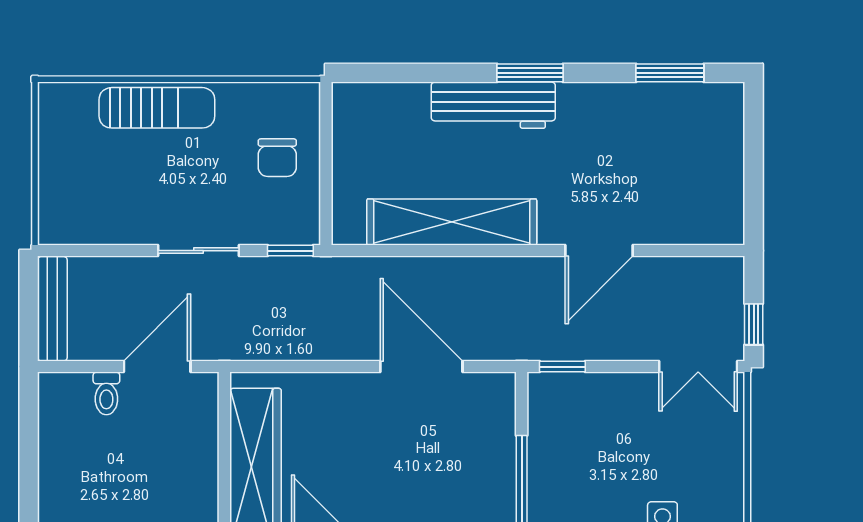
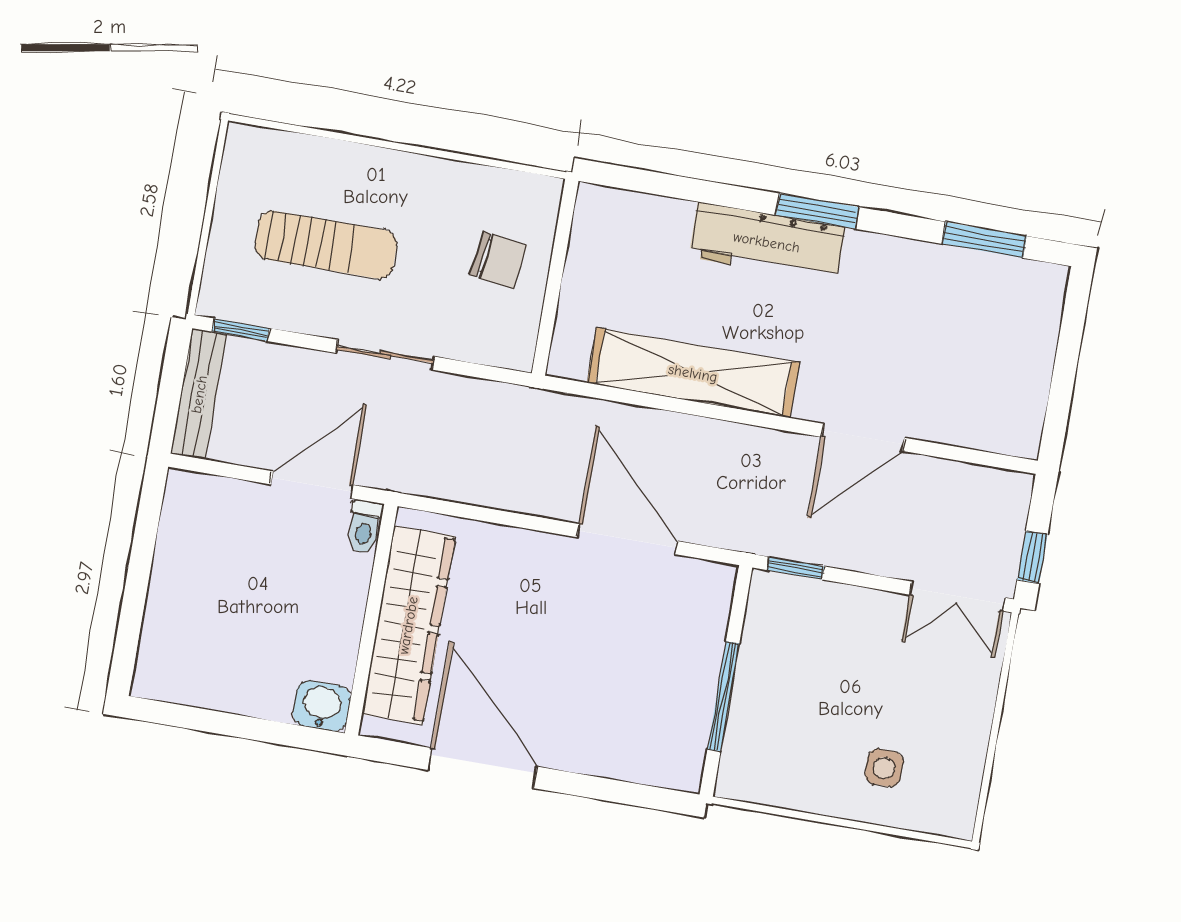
sun lounger: (157, 108) -> (326, 245), moved
chair: (277, 158) -> (498, 260), turned -82
window: (290, 251) -> (241, 330), moved
toilet: (106, 393) -> (364, 527), moved

